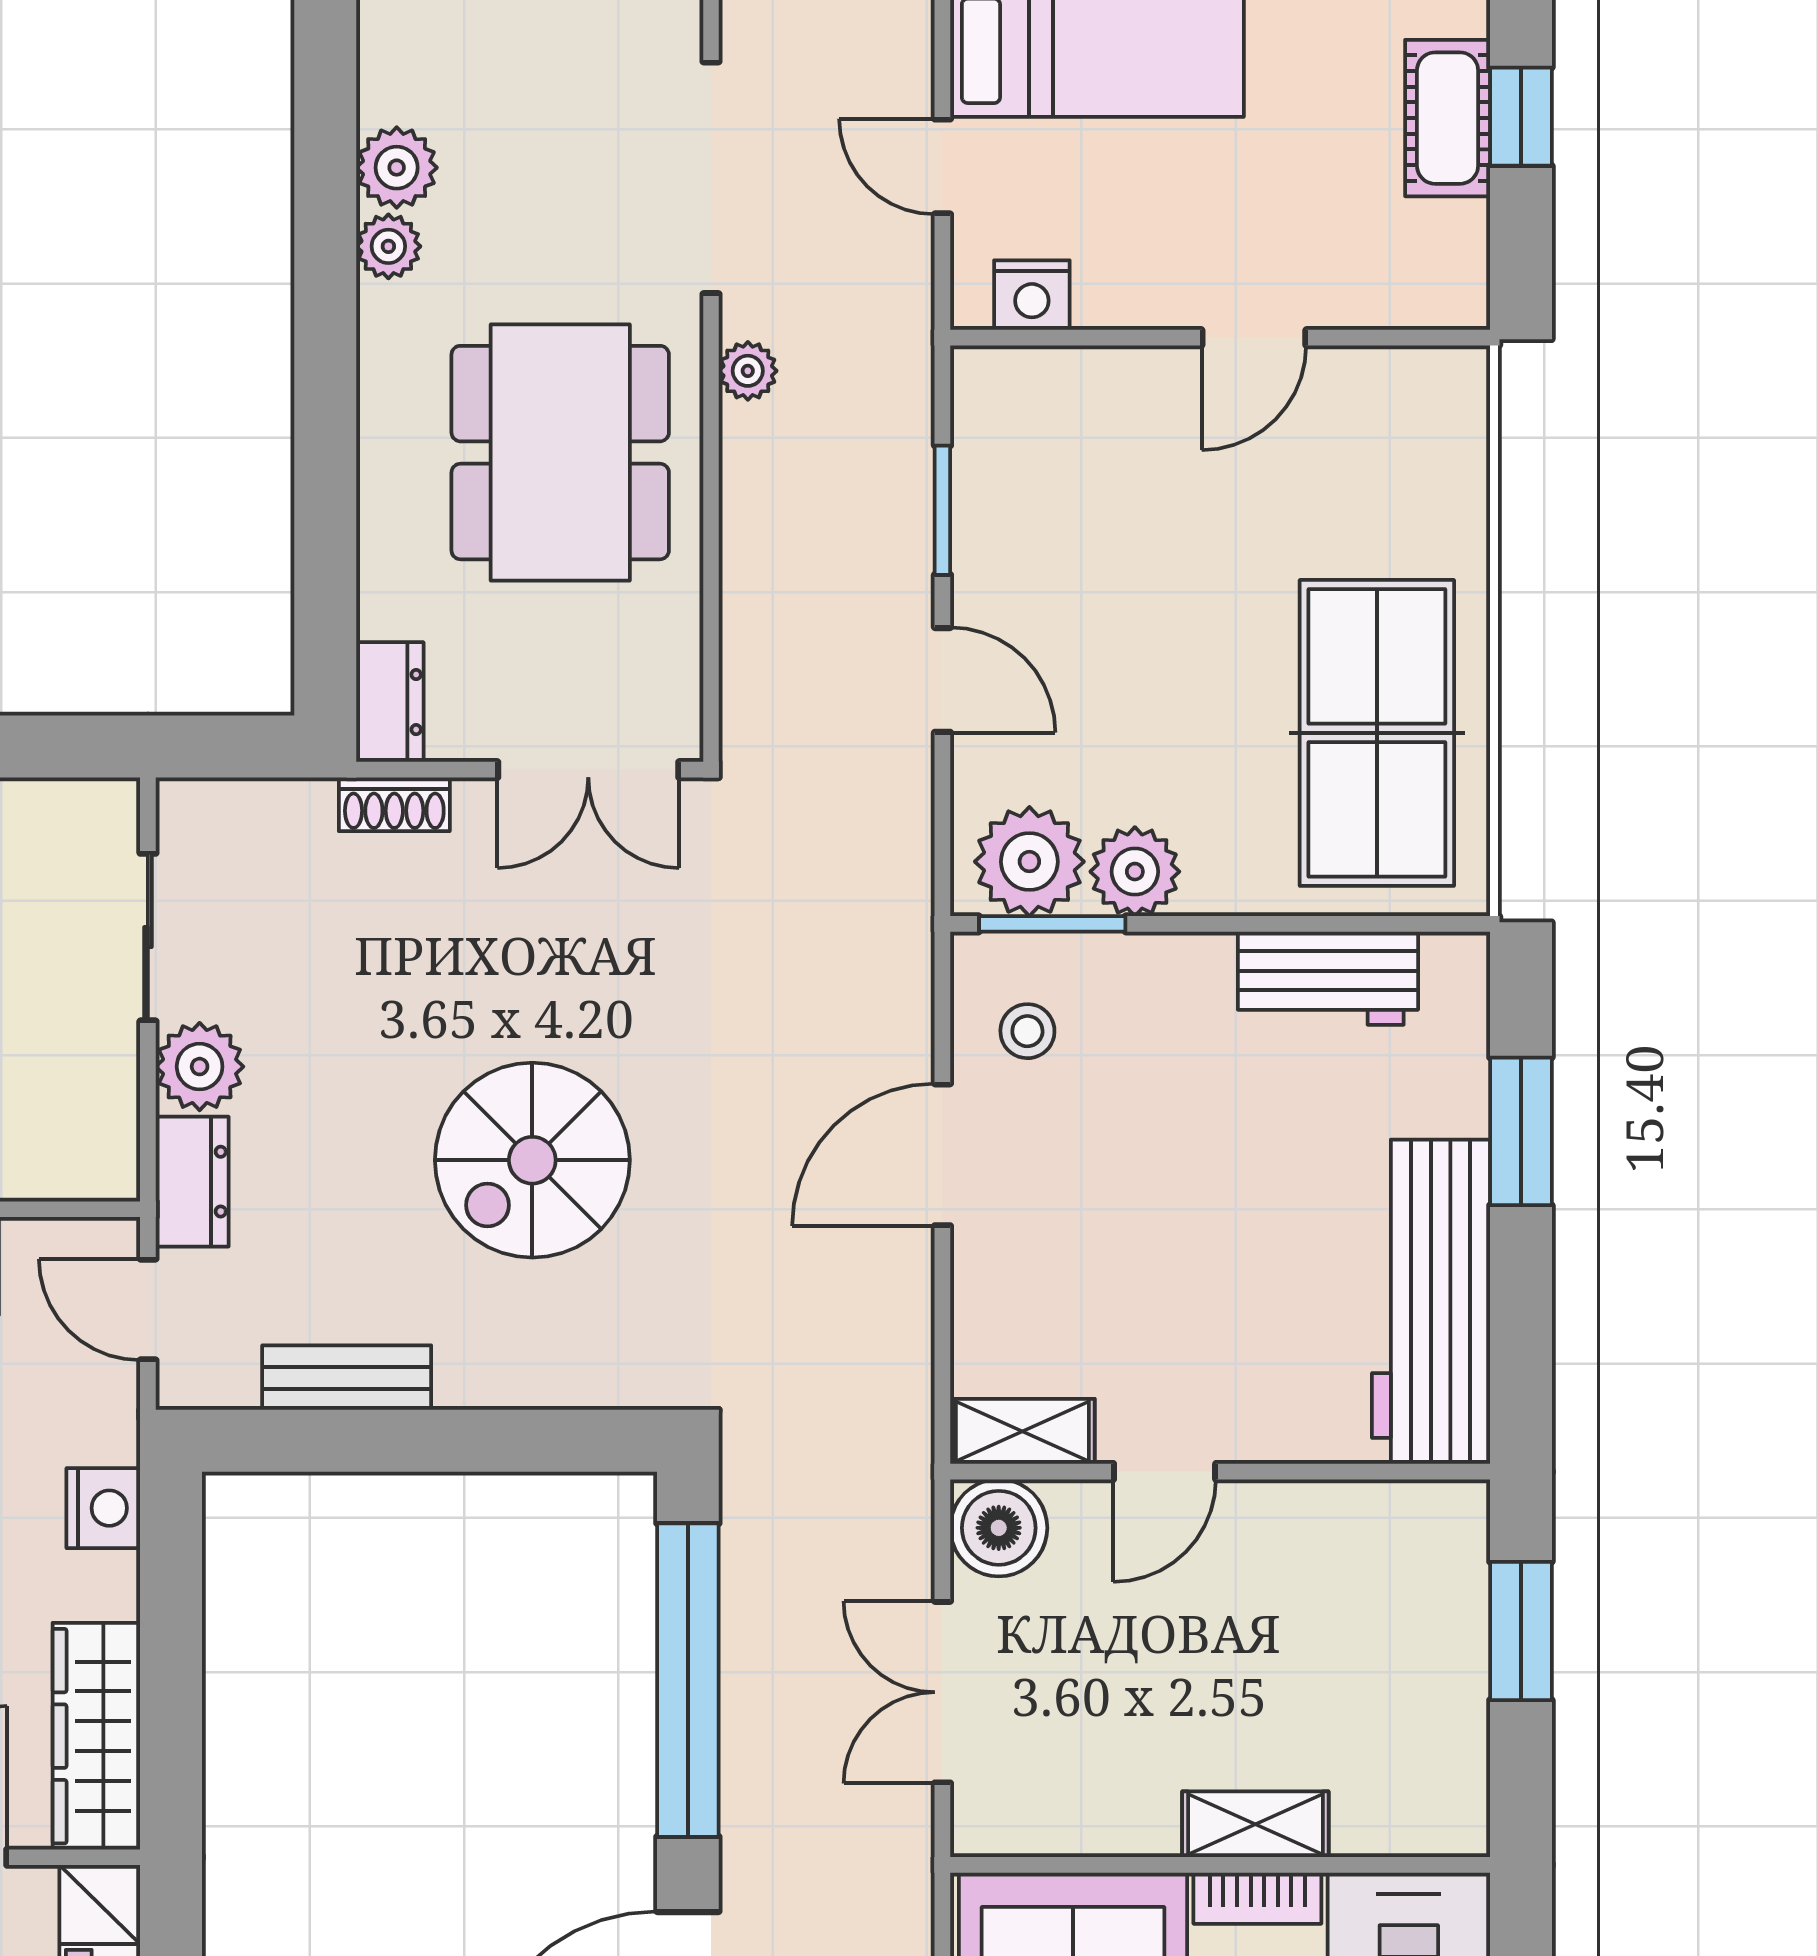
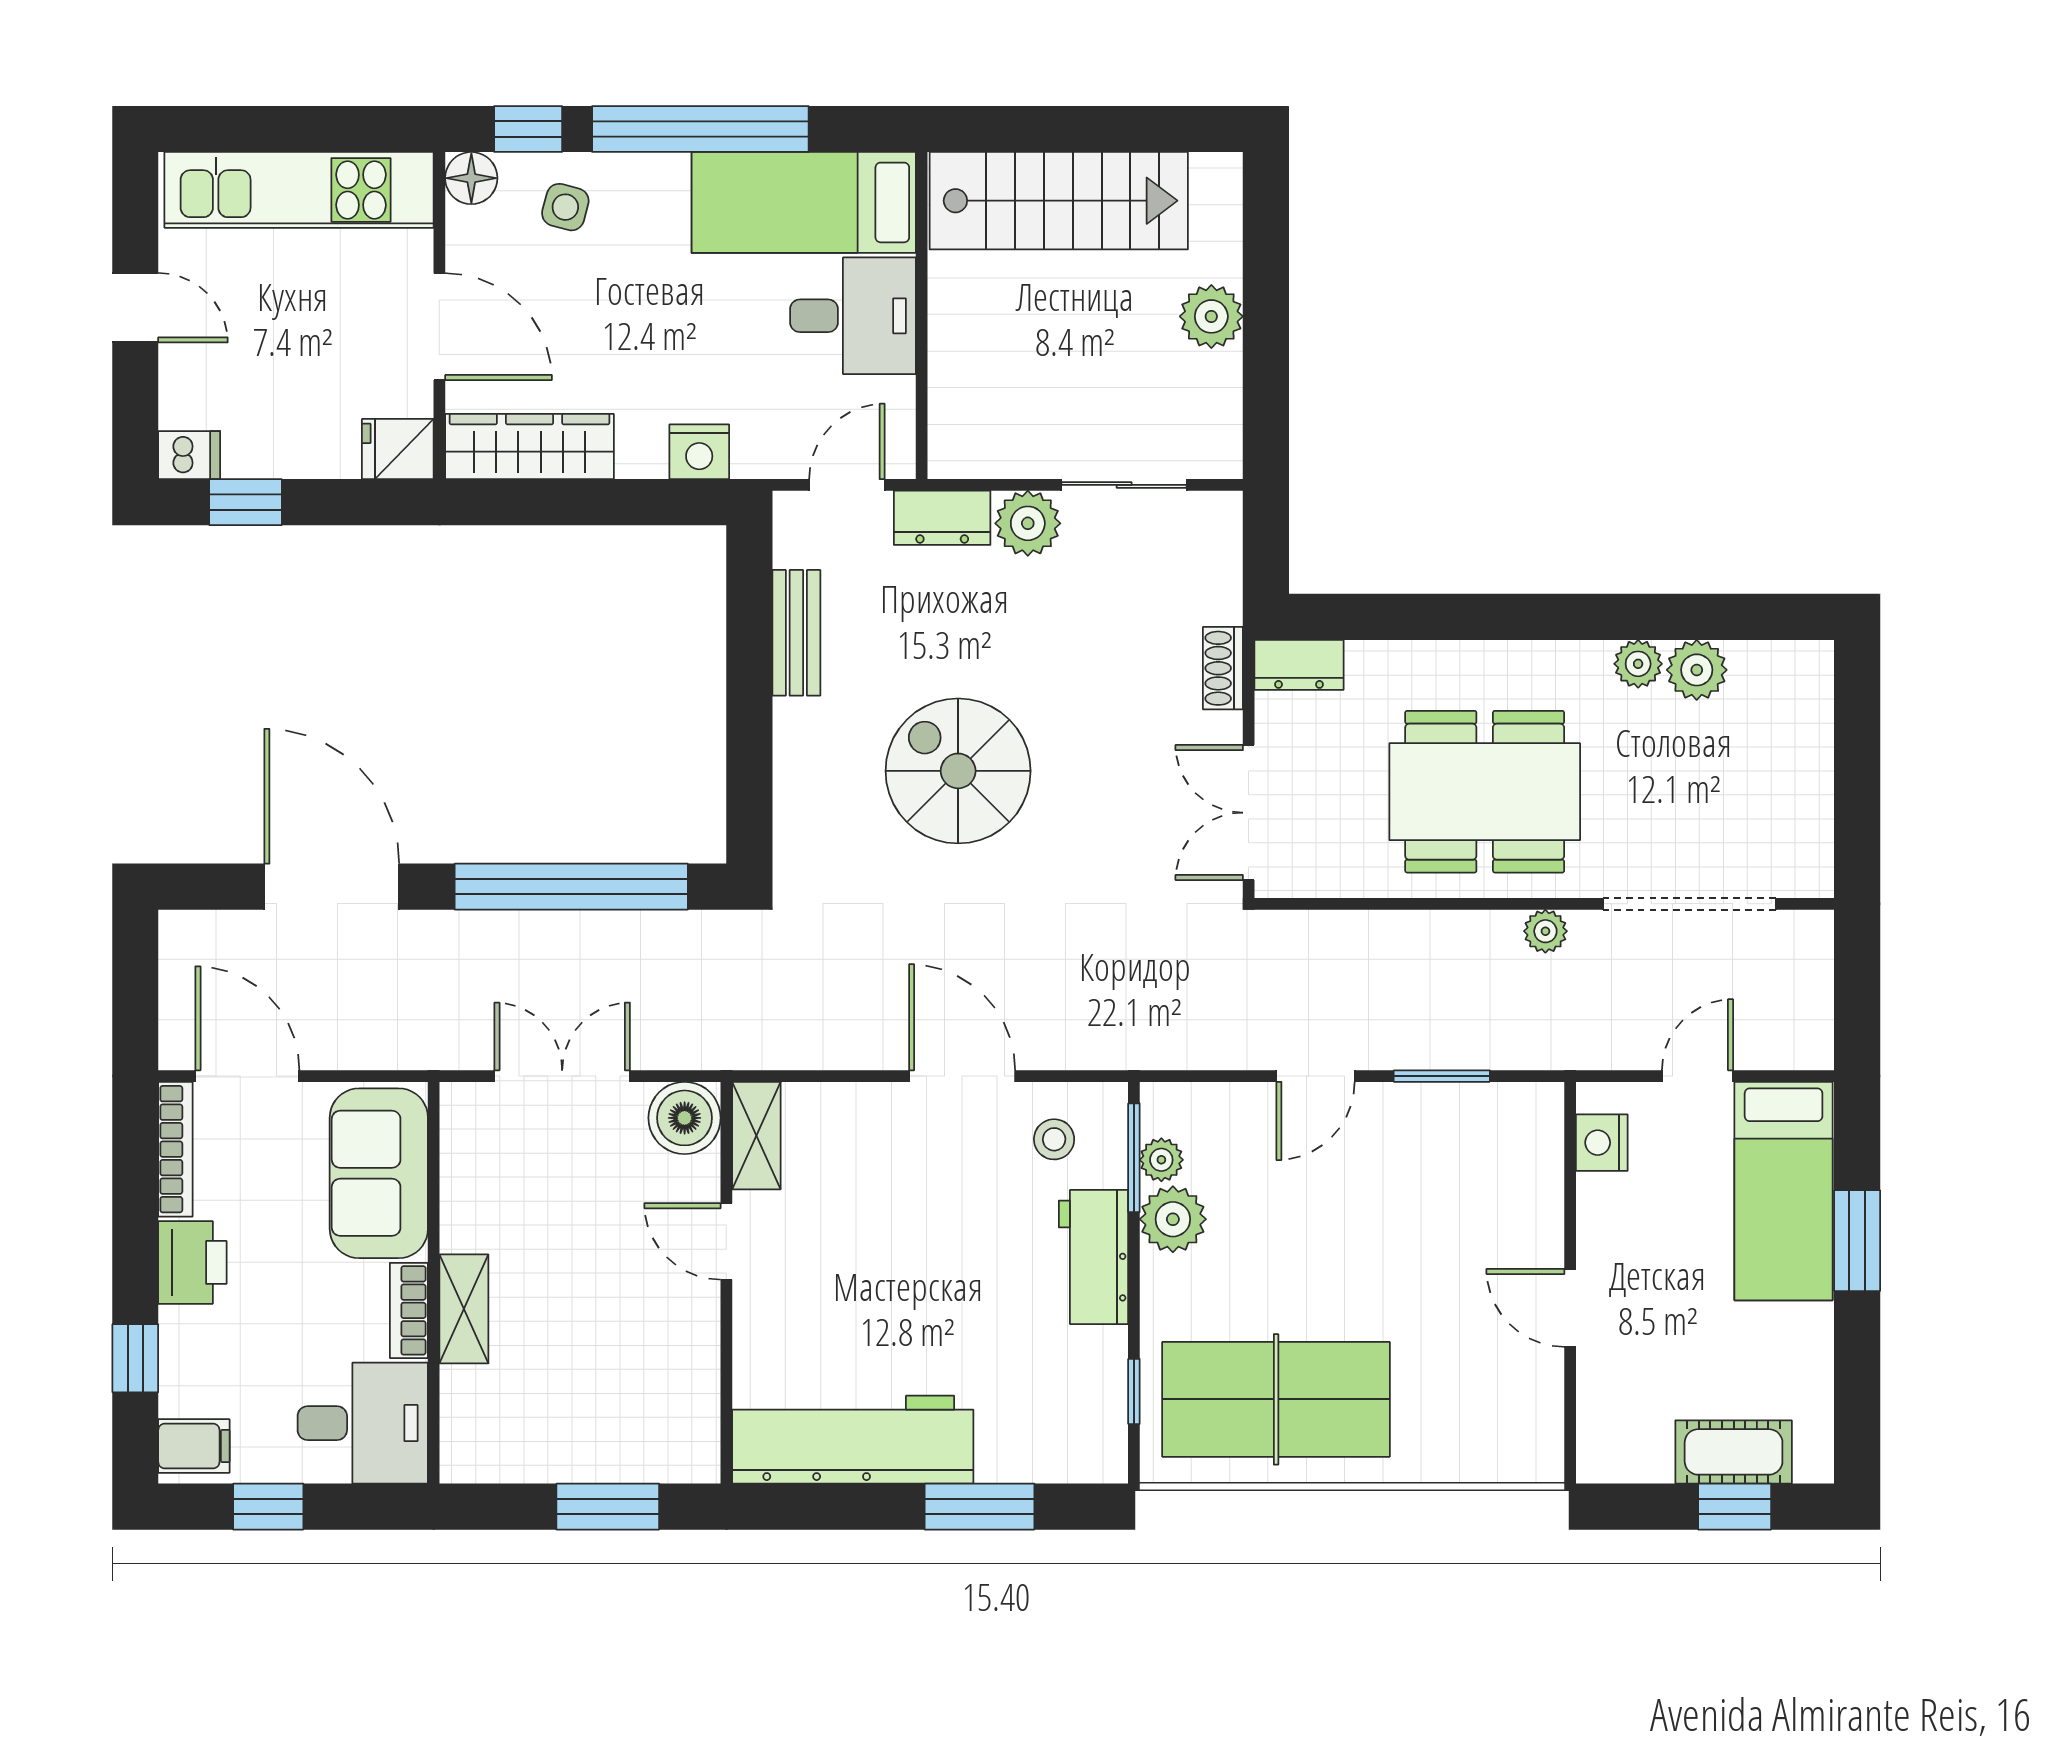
plant: (1029, 862) -> (1161, 1160), width x0.53, depth x0.53
window: (1366, 924) -> (1134, 1391), added
workbench: (1328, 978) -> (1094, 1257), moved

